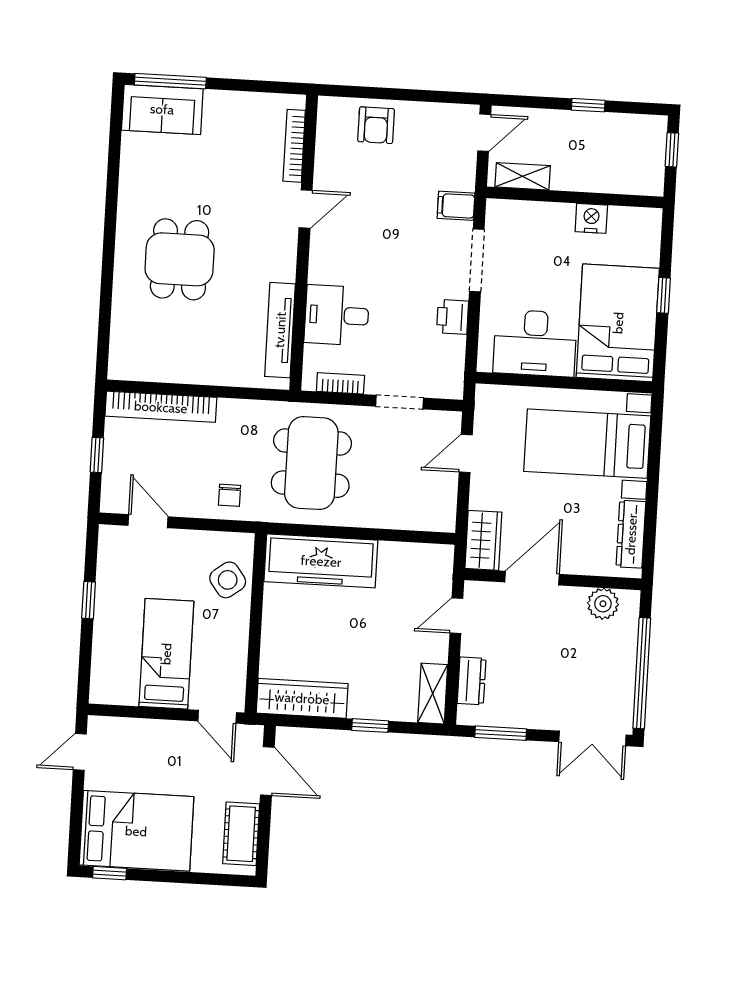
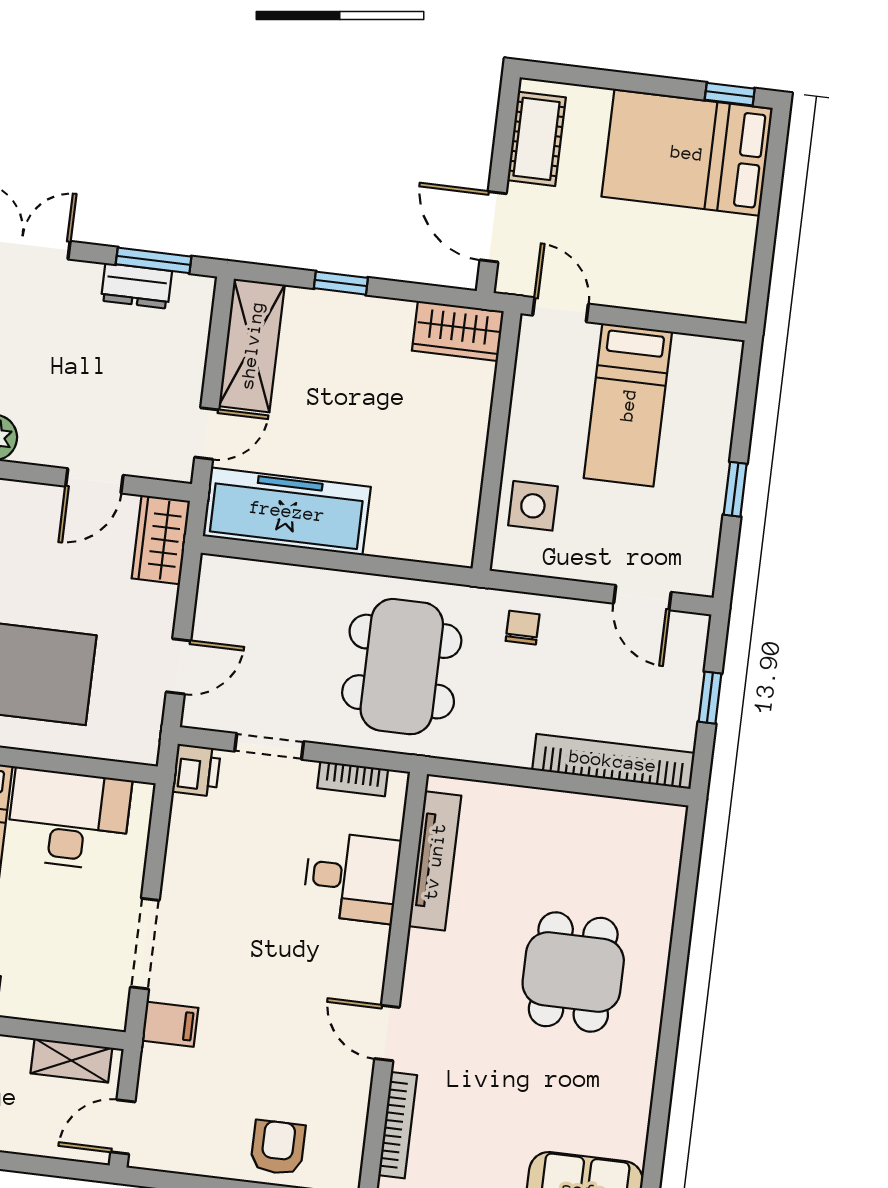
door: (306, 209) -> (387, 1033), hinge flipped
printer: (453, 317) -> (196, 770), moved
freezer: (321, 561) -> (287, 511), moved
door: (532, 578) -> (94, 481), width x0.73
side table: (228, 580) -> (533, 506), turned 37
dresser: (472, 681) -> (136, 286), moved, turned -90
shelving: (433, 694) -> (252, 345), width x1.50, depth x1.33
wardrobe: (302, 698) -> (458, 331), width x0.67
door: (80, 752) -> (762, 271), removed

